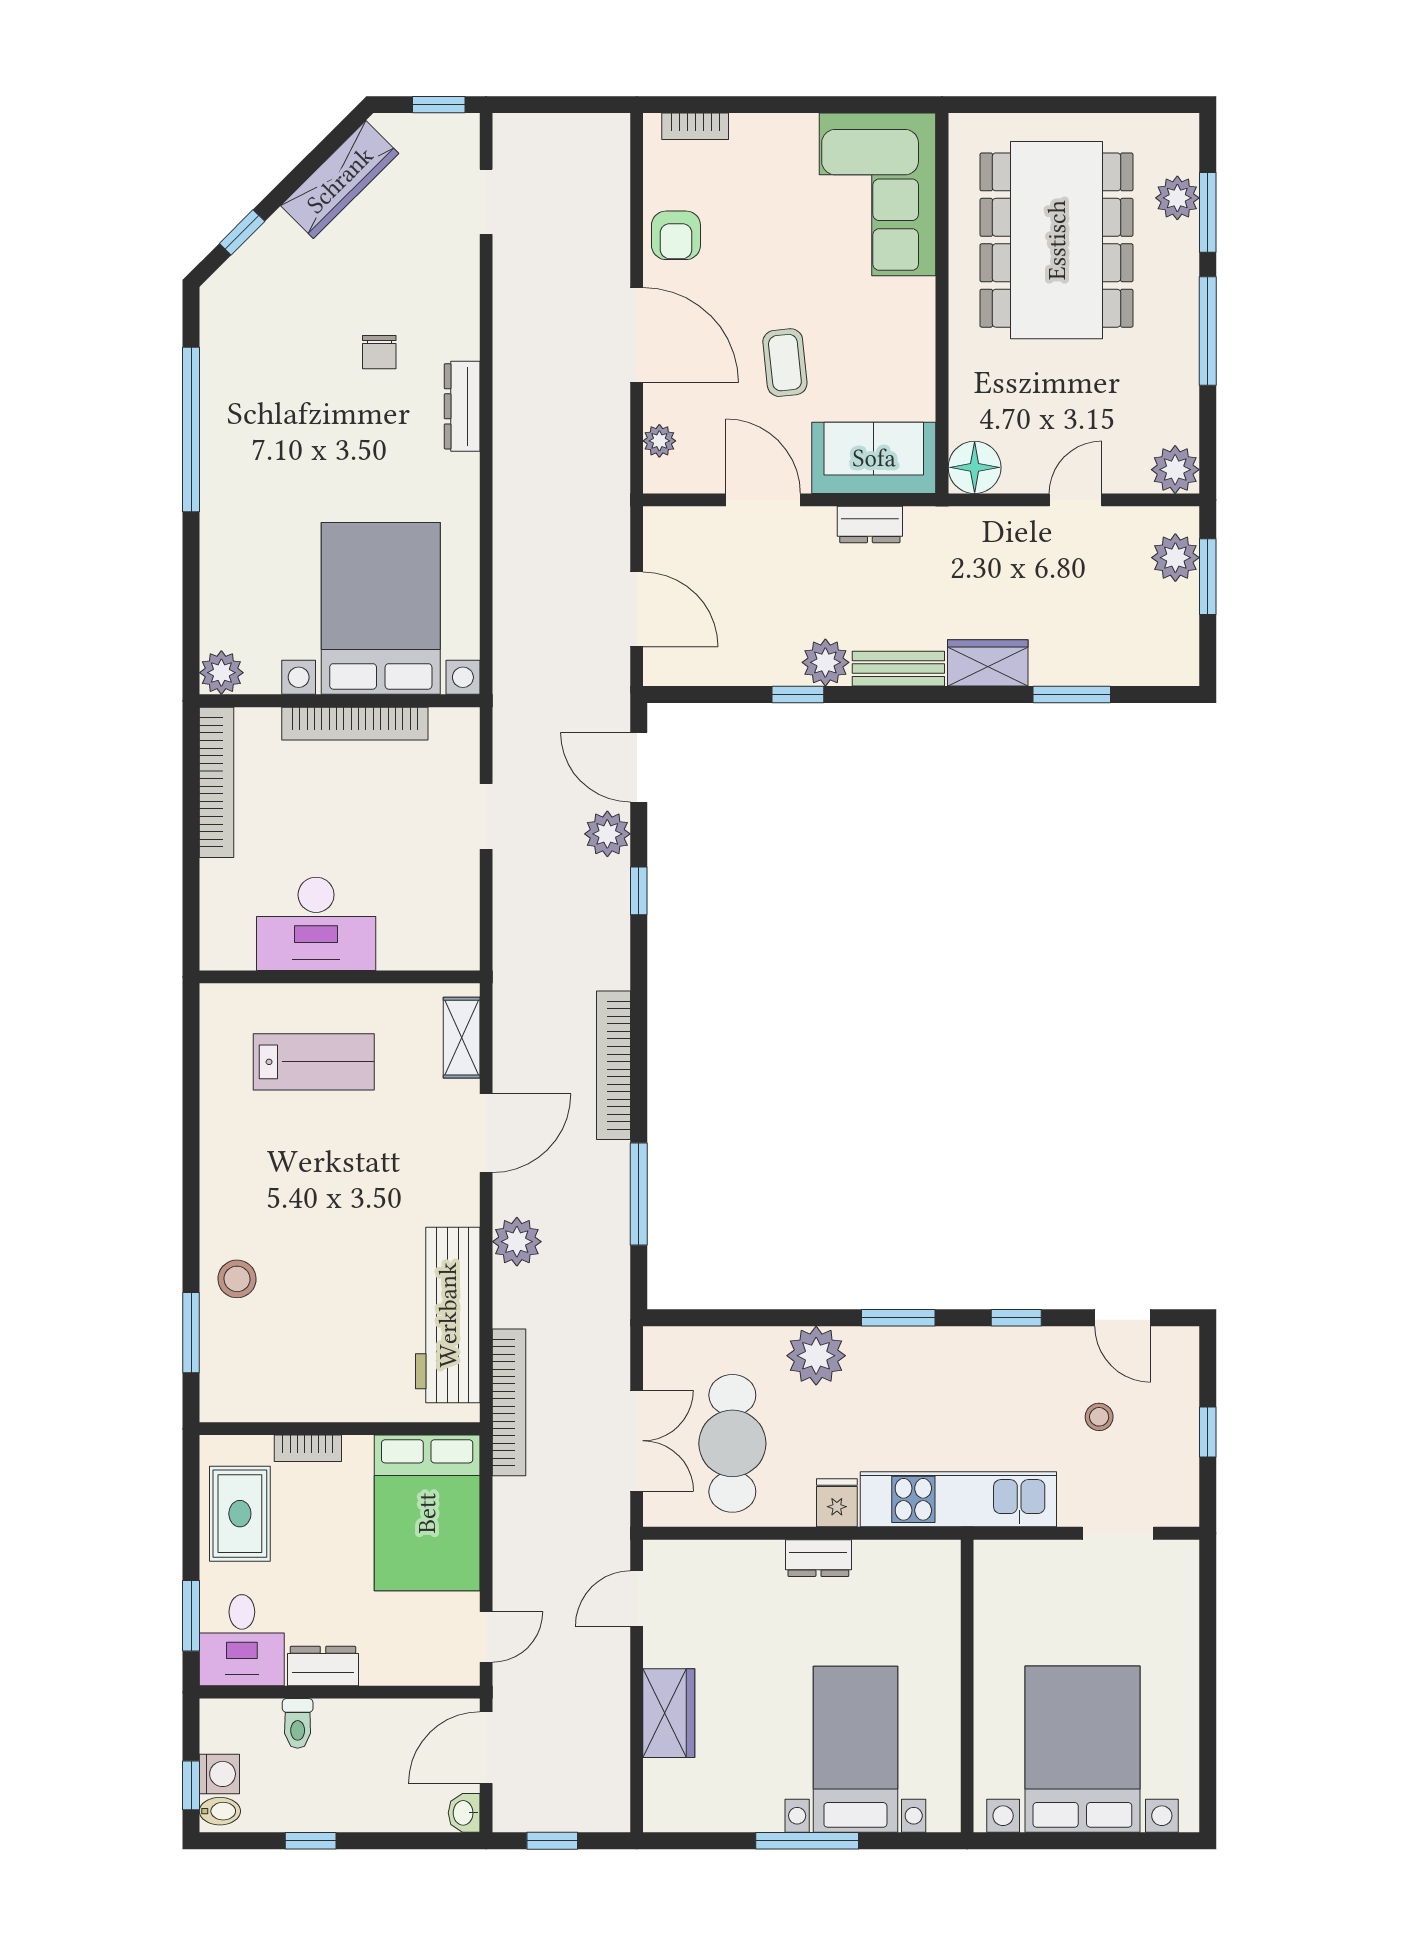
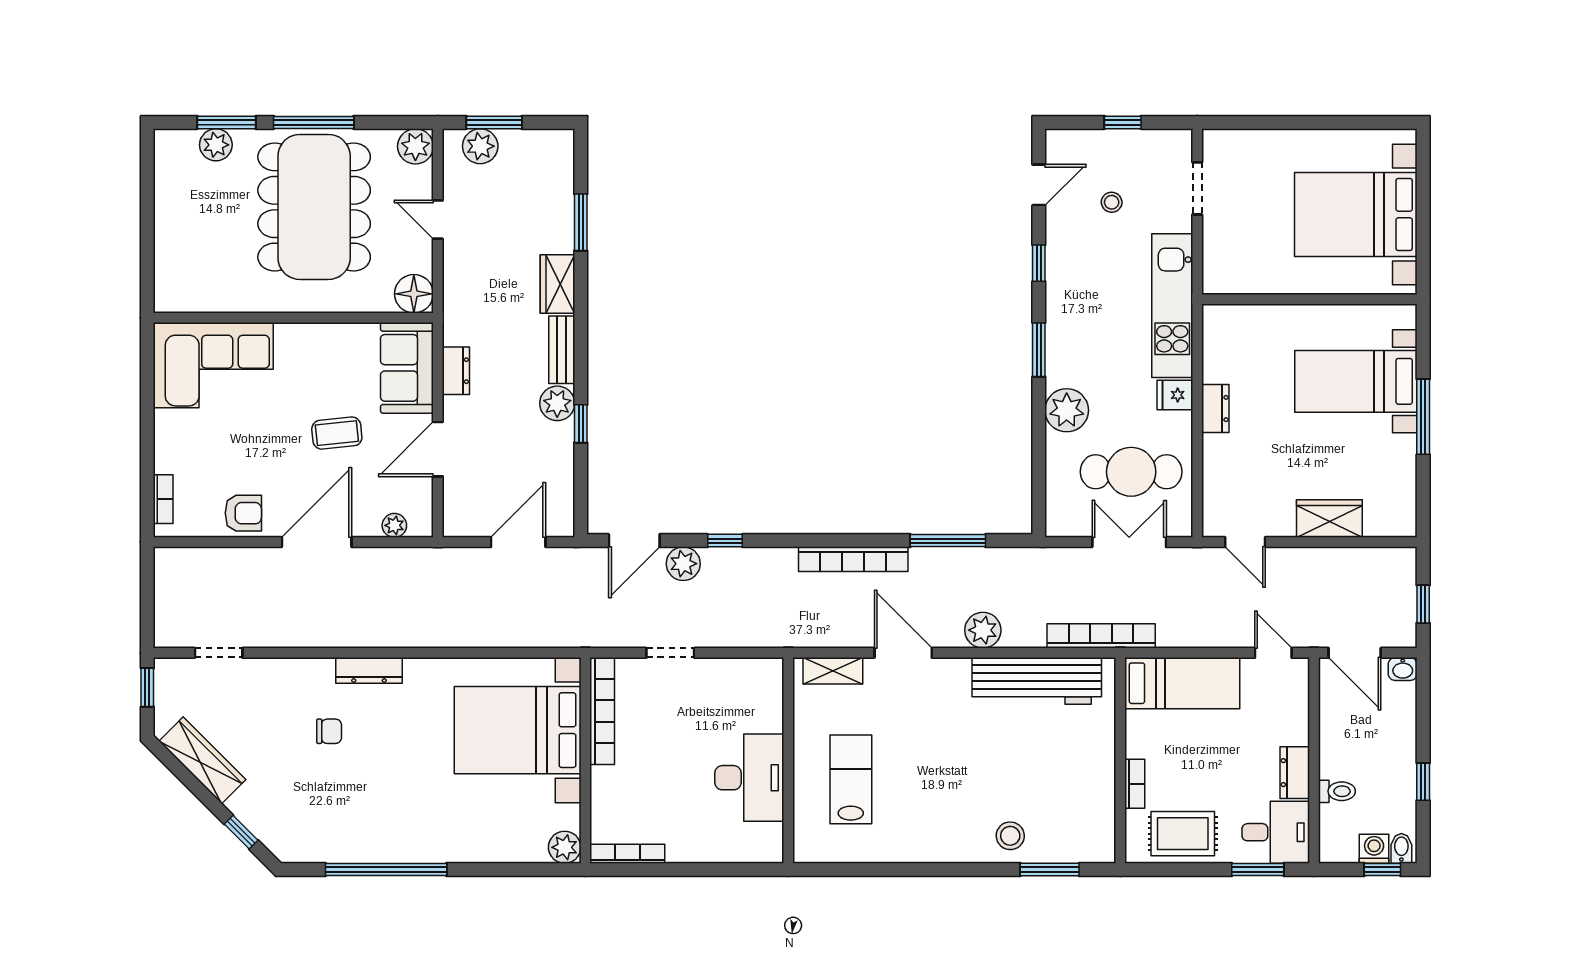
dining table: (1057, 240) -> (314, 207), moved, turned 90
bookcase: (355, 724) -> (602, 711), moved
bookcase: (217, 782) -> (627, 854), width x0.68, depth x0.76
bed: (427, 1513) -> (1182, 683), width x0.67

